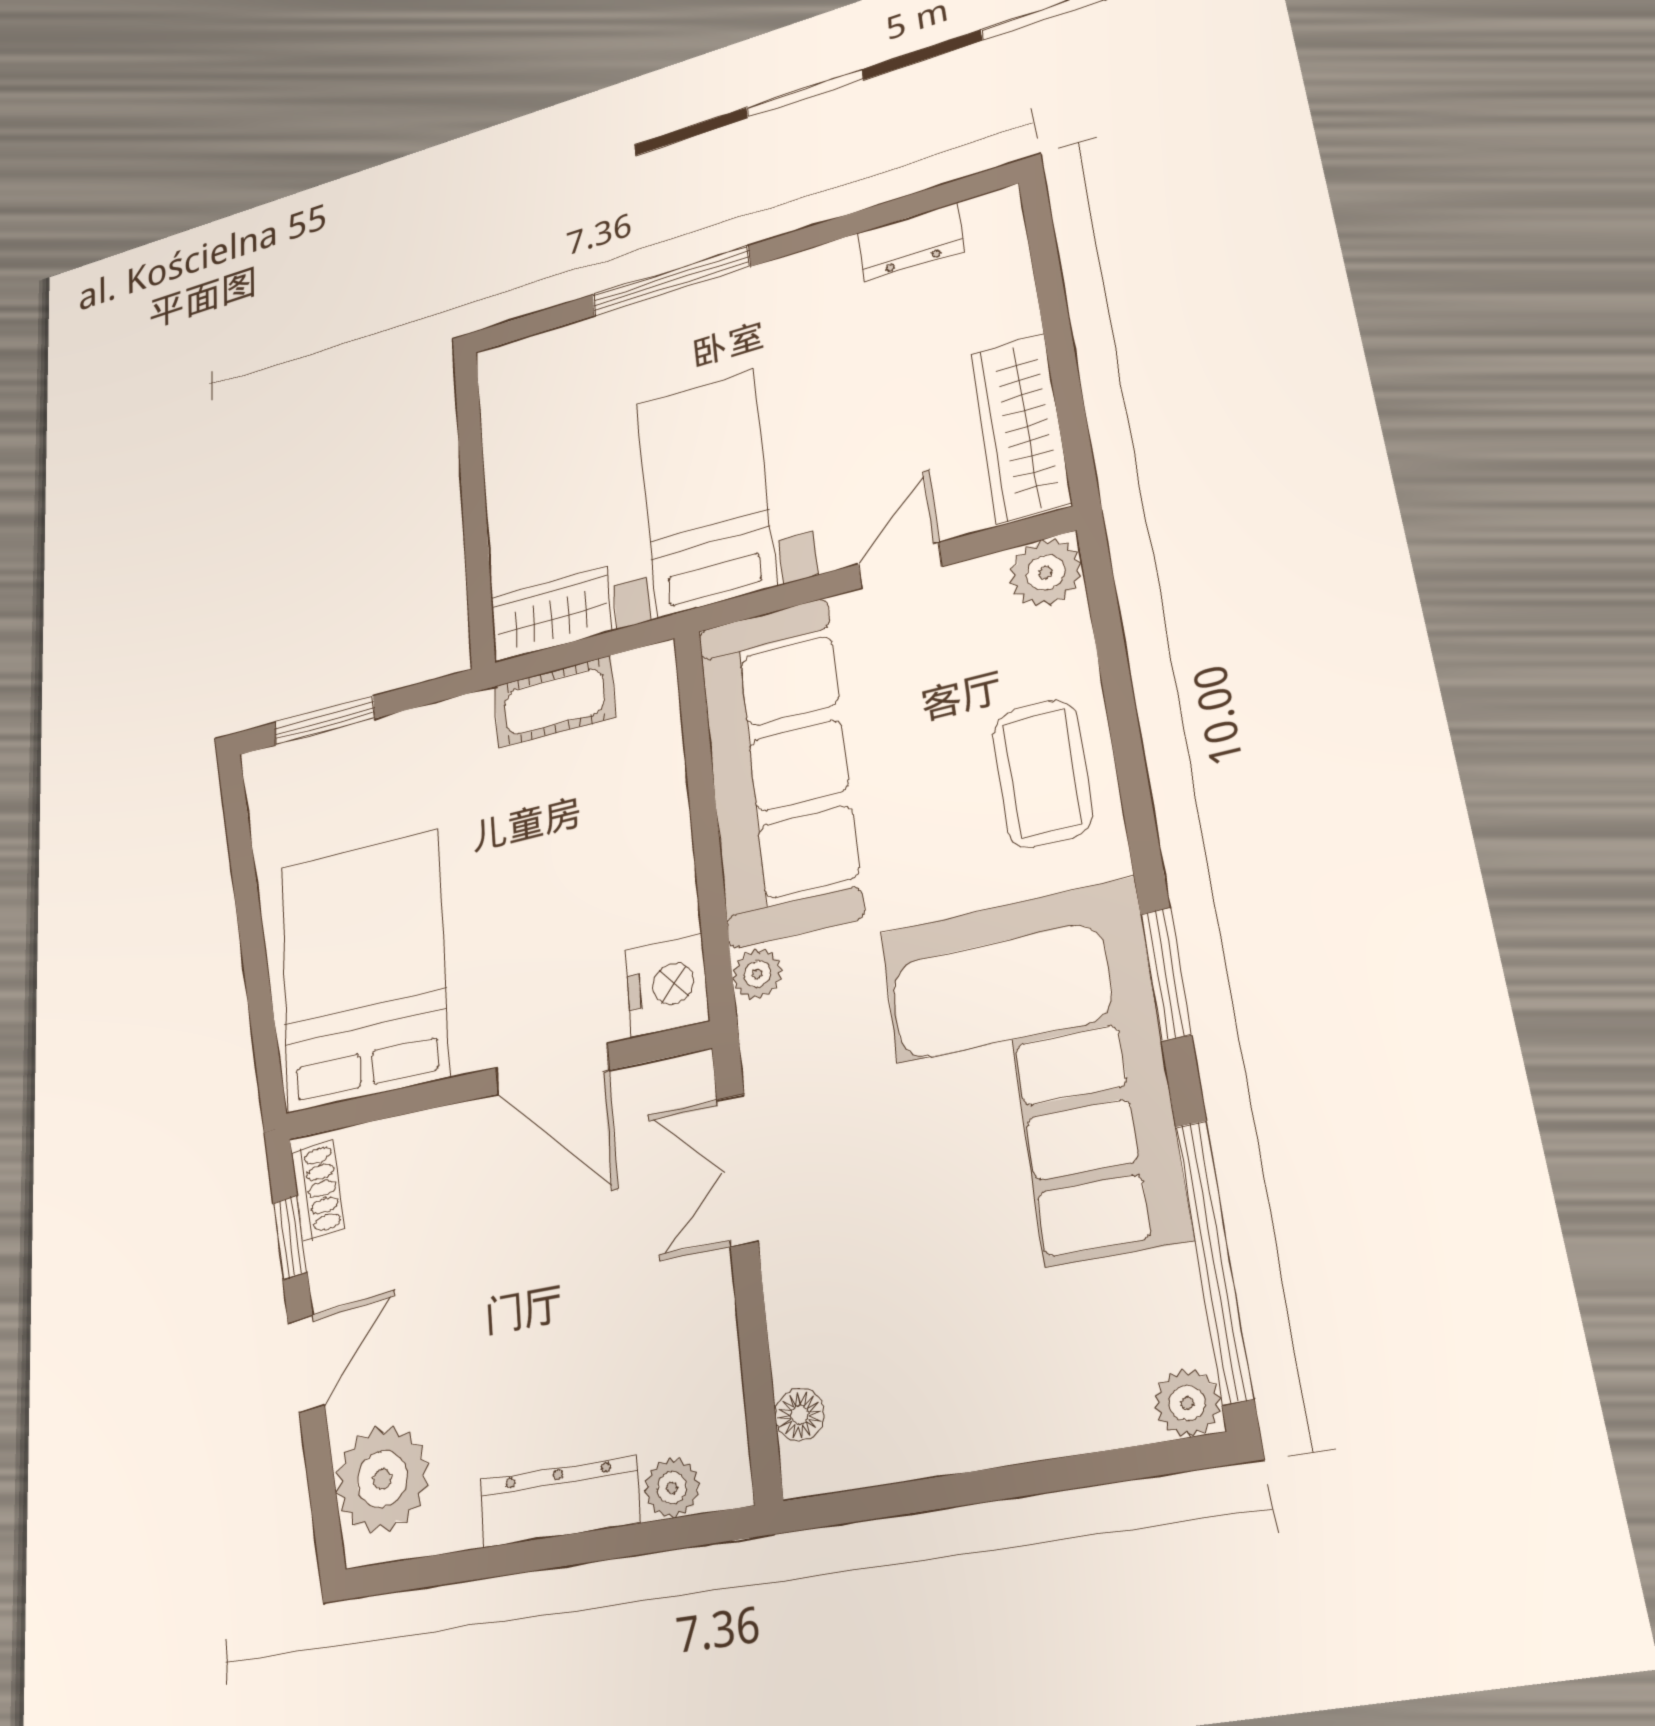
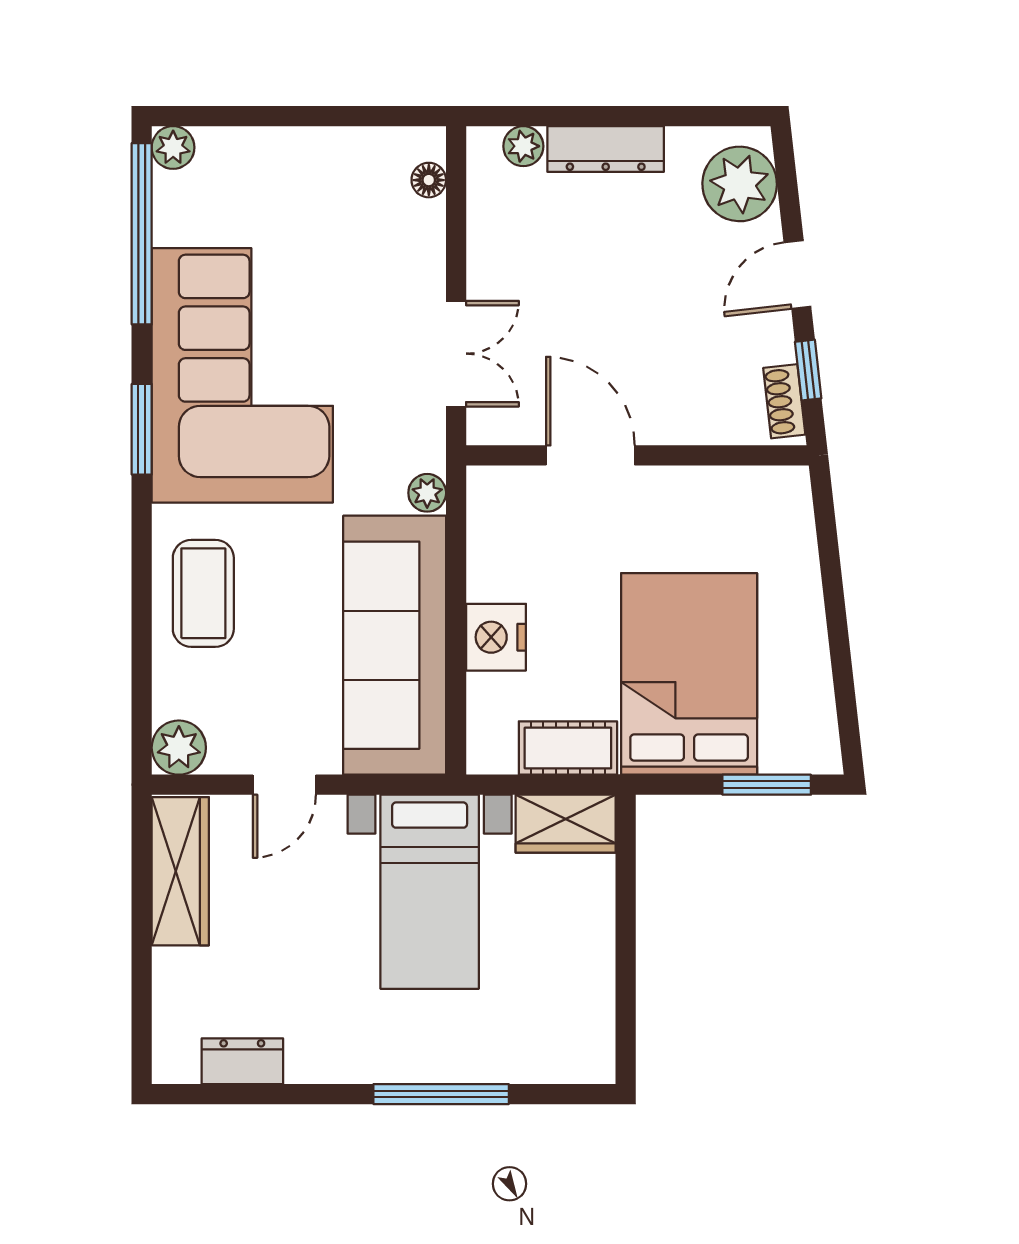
bed: (363, 970) -> (689, 674), moved, turned 180
nightstand: (667, 985) -> (496, 637), moved

